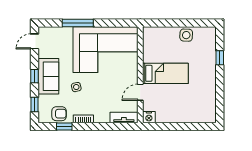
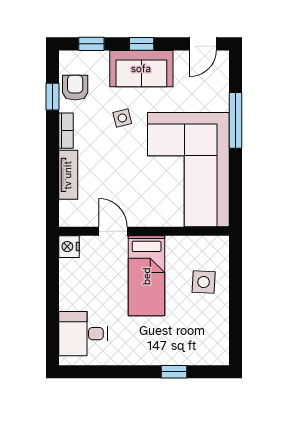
side table: (186, 35) -> (204, 282), moved
door: (34, 41) -> (203, 44), swing flipped
desk: (198, 109) -> (83, 334), added
armchair: (59, 114) -> (75, 88), turned 180
tv unit: (124, 118) -> (68, 175), moved

